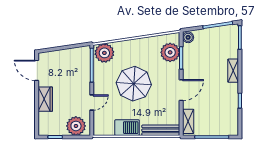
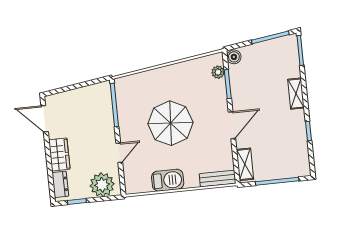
plant: (170, 52) -> (218, 72), width x0.53, depth x0.53
plant: (104, 53) -> (129, 88), removed
dresser: (44, 122) -> (60, 184), added
bench: (161, 130) -> (218, 179), width x0.73

